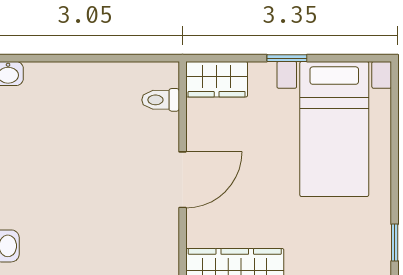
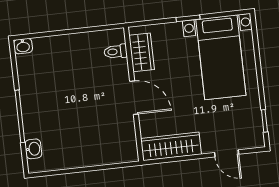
wardrobe: (217, 79) -> (142, 52), moved, turned -90
door: (183, 180) -> (134, 98), hinge flipped

